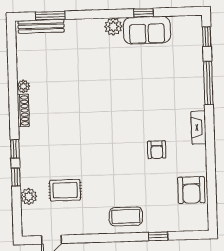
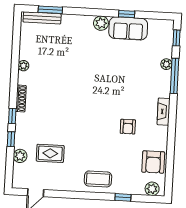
plant: (197, 70) -> (166, 64), added
shoe rack: (23, 110) -> (21, 99), moved
plant: (193, 223) -> (152, 189), added

